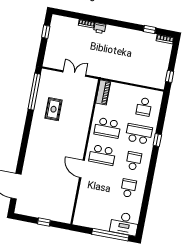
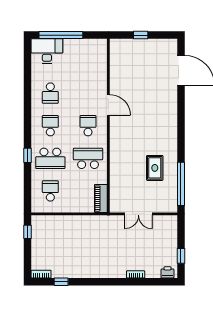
printer: (100, 28) -> (168, 272), moved
school desk: (102, 155) -> (88, 126), width x0.54
school desk: (134, 161) -> (50, 126), turned 180

